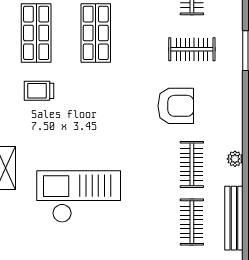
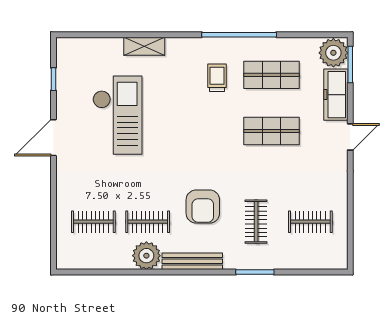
plant: (235, 159) -> (146, 256), width x1.87, depth x1.87
bench: (234, 218) -> (192, 261), moved

